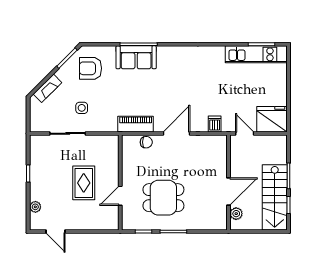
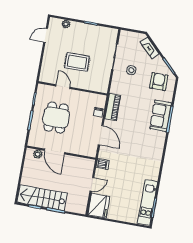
wall: (229, 182) -> (61, 153), moved
door: (229, 192) -> (55, 152), moved
plant: (236, 214) -> (38, 154), moved

